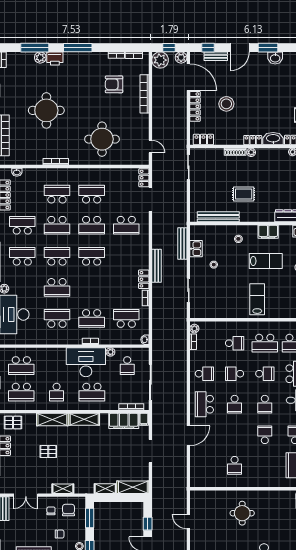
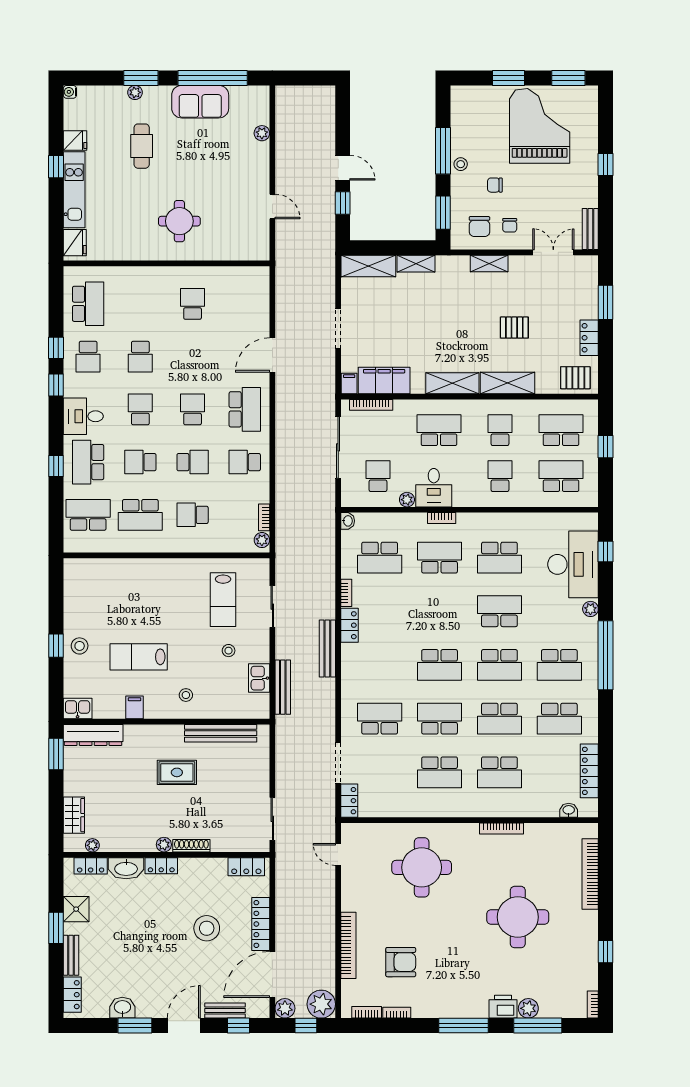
door: (188, 77) -> (272, 974), hinge flipped
school desk: (57, 225) -> (499, 719), turned 180
filing cabinet: (268, 232) -> (135, 707), width x0.50
lab bench: (257, 299) -> (223, 600), moved
school desk: (265, 343) -> (140, 515), turned 180
desk: (86, 362) -> (434, 488), width x0.53, depth x0.77
school desk: (57, 366) -> (500, 476), added

